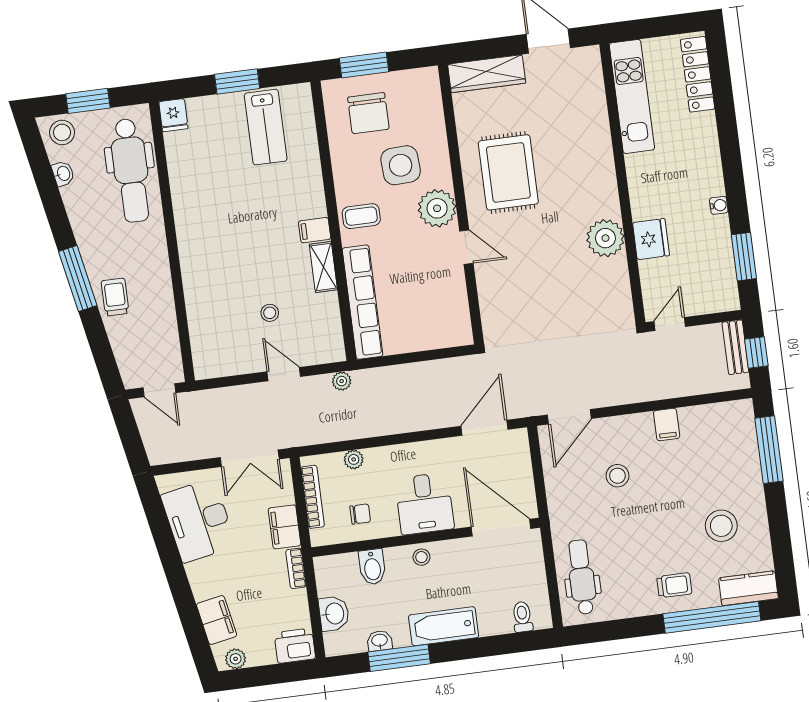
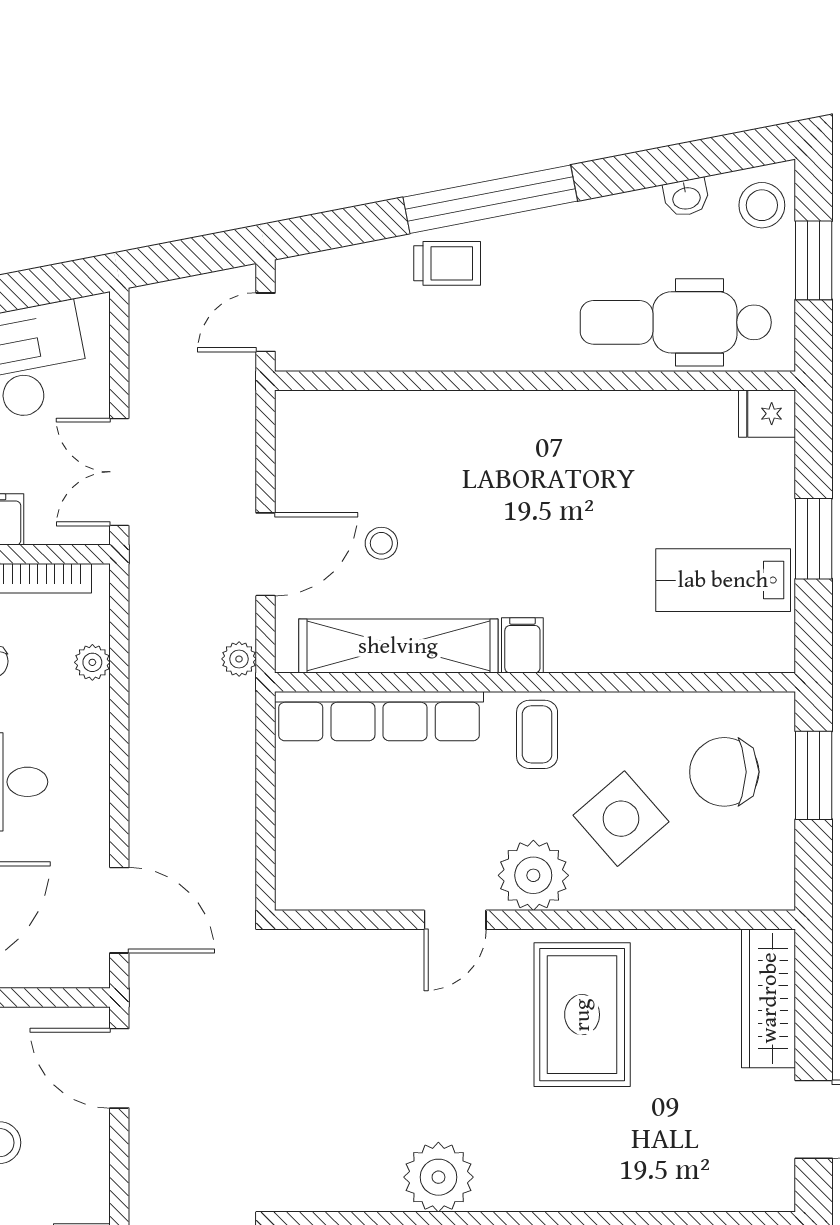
side table: (401, 165) -> (621, 819), turned -38
rug: (508, 172) -> (582, 1015), turned 90
shelving: (323, 267) -> (398, 646), width x2.20, depth x1.33
window: (78, 278) -> (490, 199), width x1.46
door: (284, 374) -> (266, 554), width x1.38

